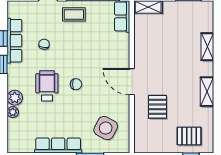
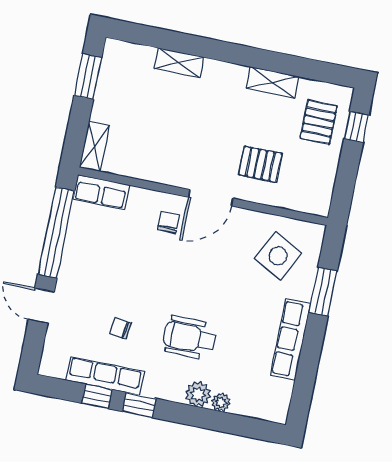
coffee table: (74, 14) -> (82, 270), removed
chair: (76, 84) -> (169, 222), moved
shelving: (207, 92) -> (272, 82), moved

